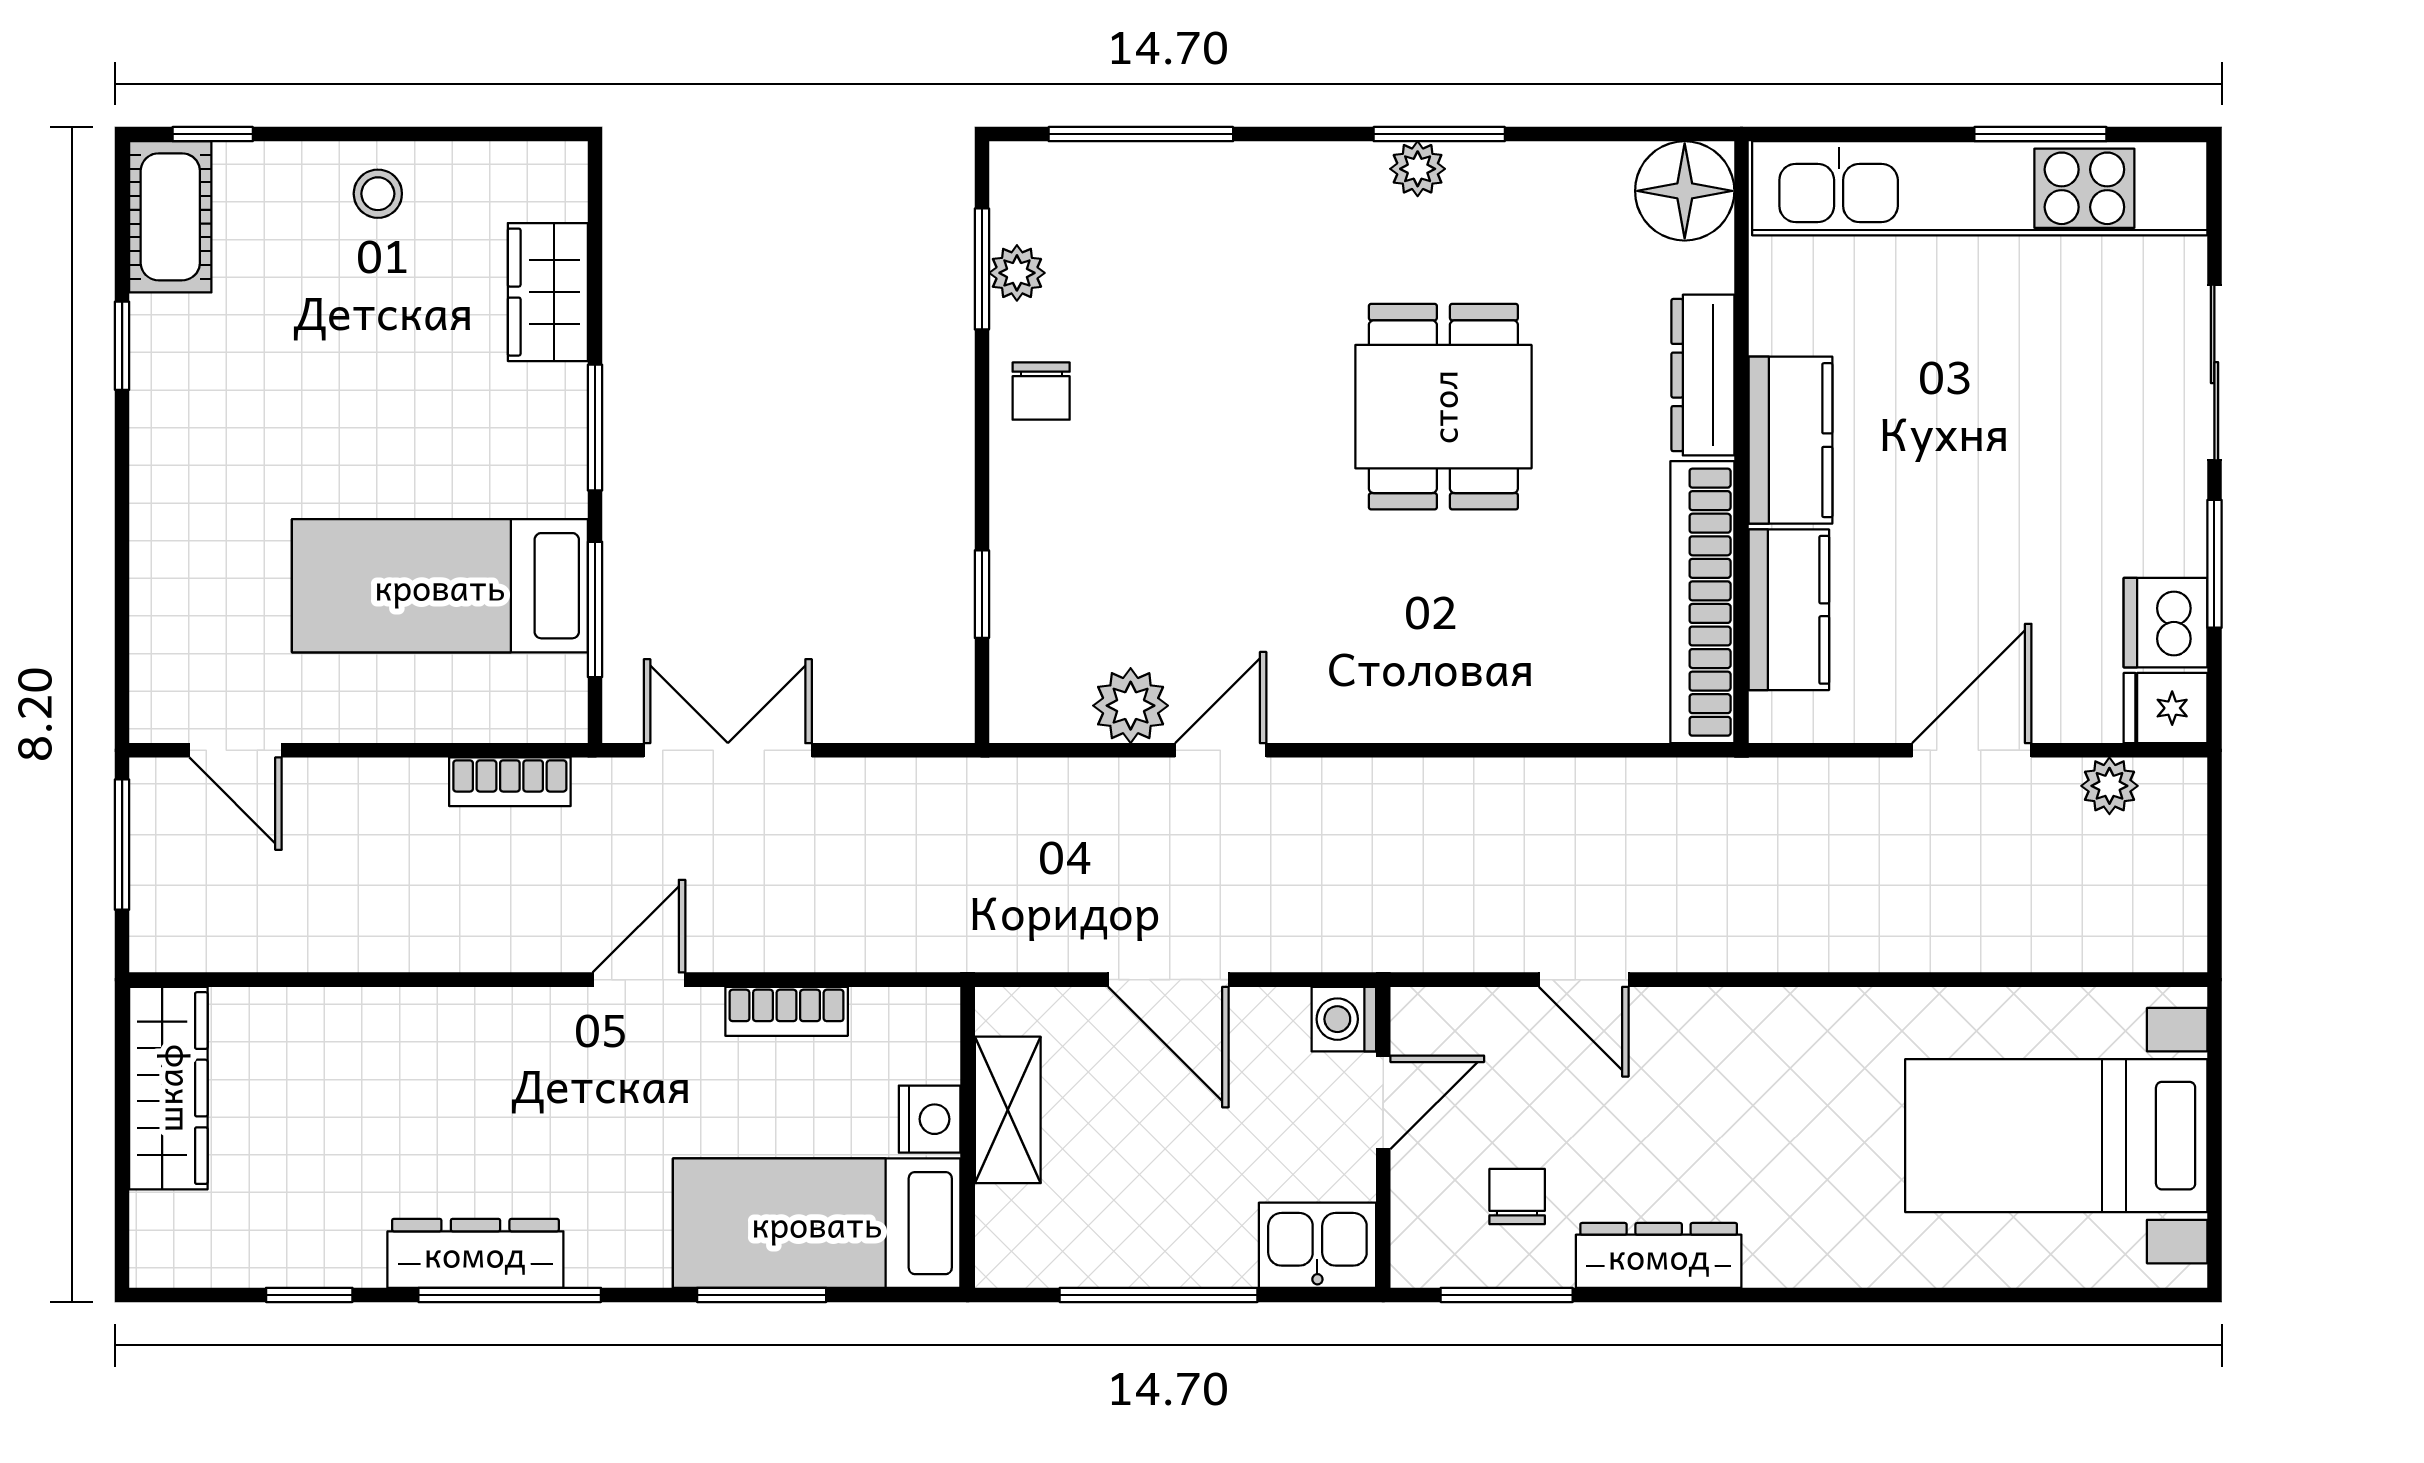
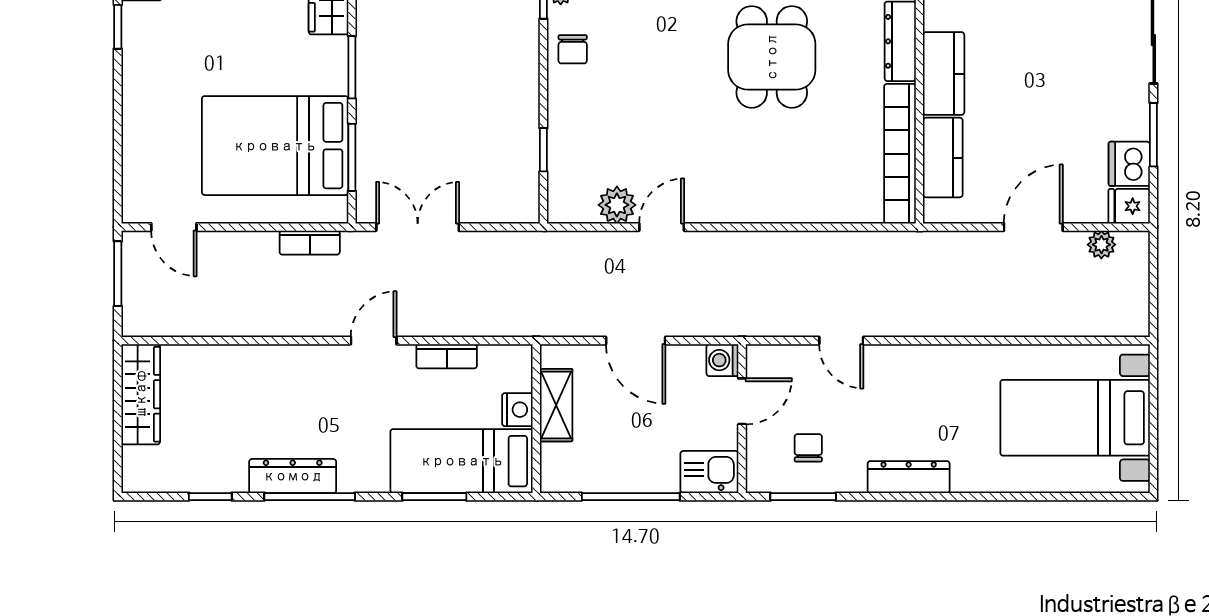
bed: (440, 586) -> (275, 146), width x1.50
dresser: (1659, 1255) -> (909, 477), moved

